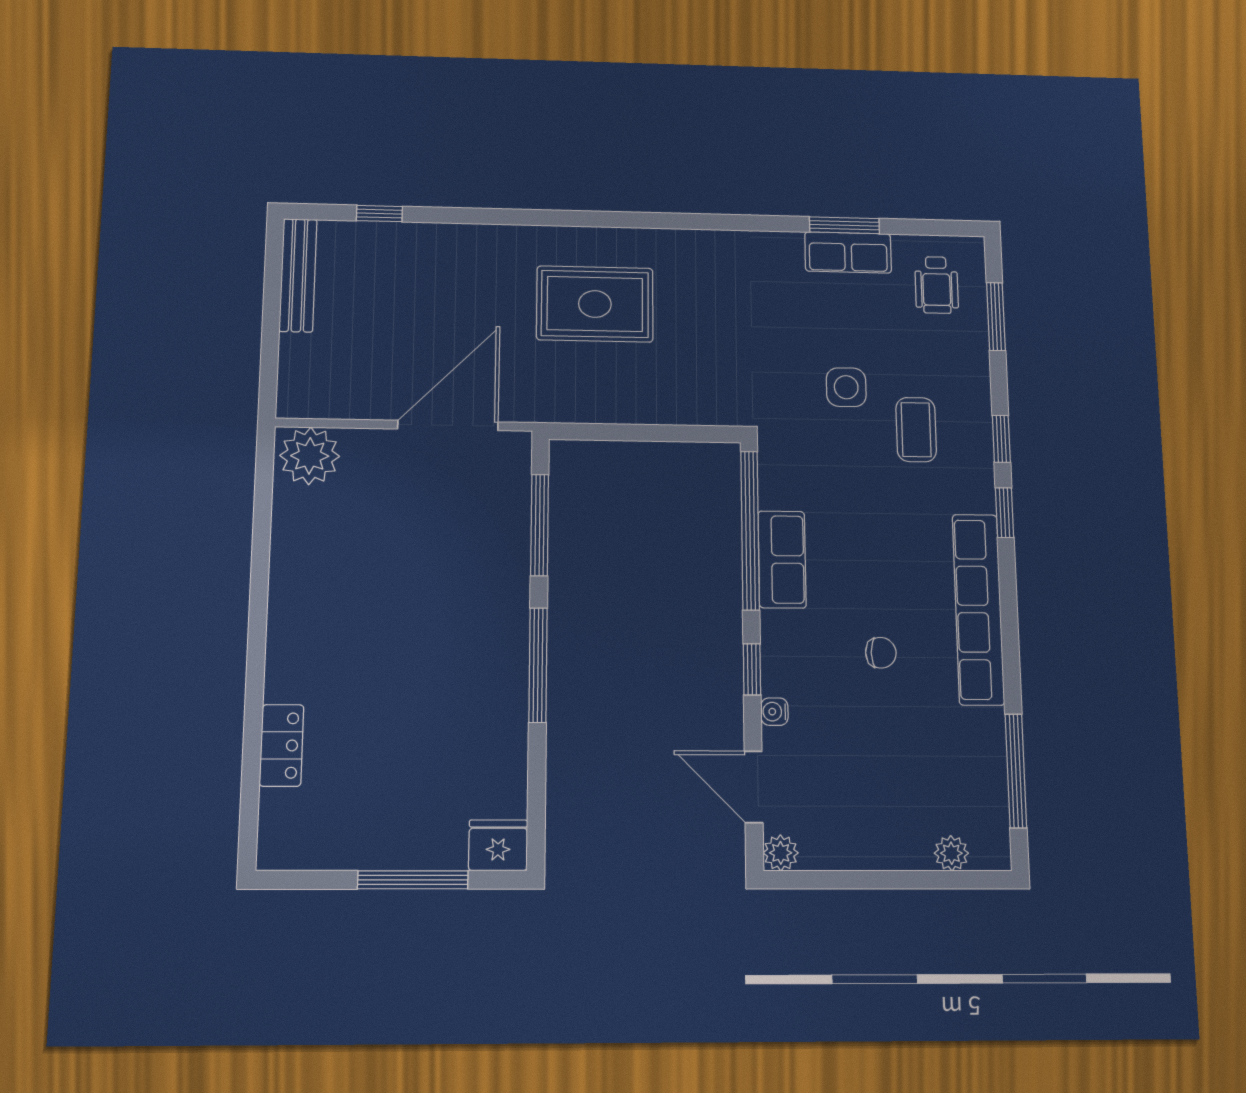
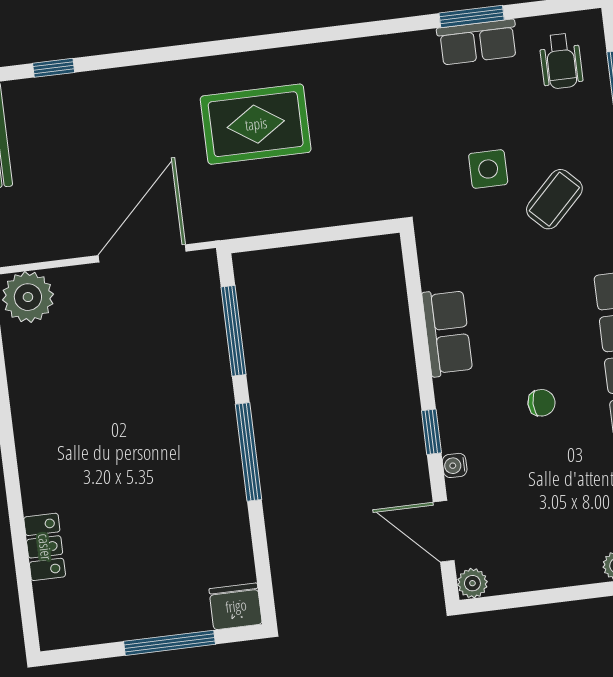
coffee table: (916, 430) -> (554, 199), turned 45
window: (750, 530) -> (417, 310), removed

